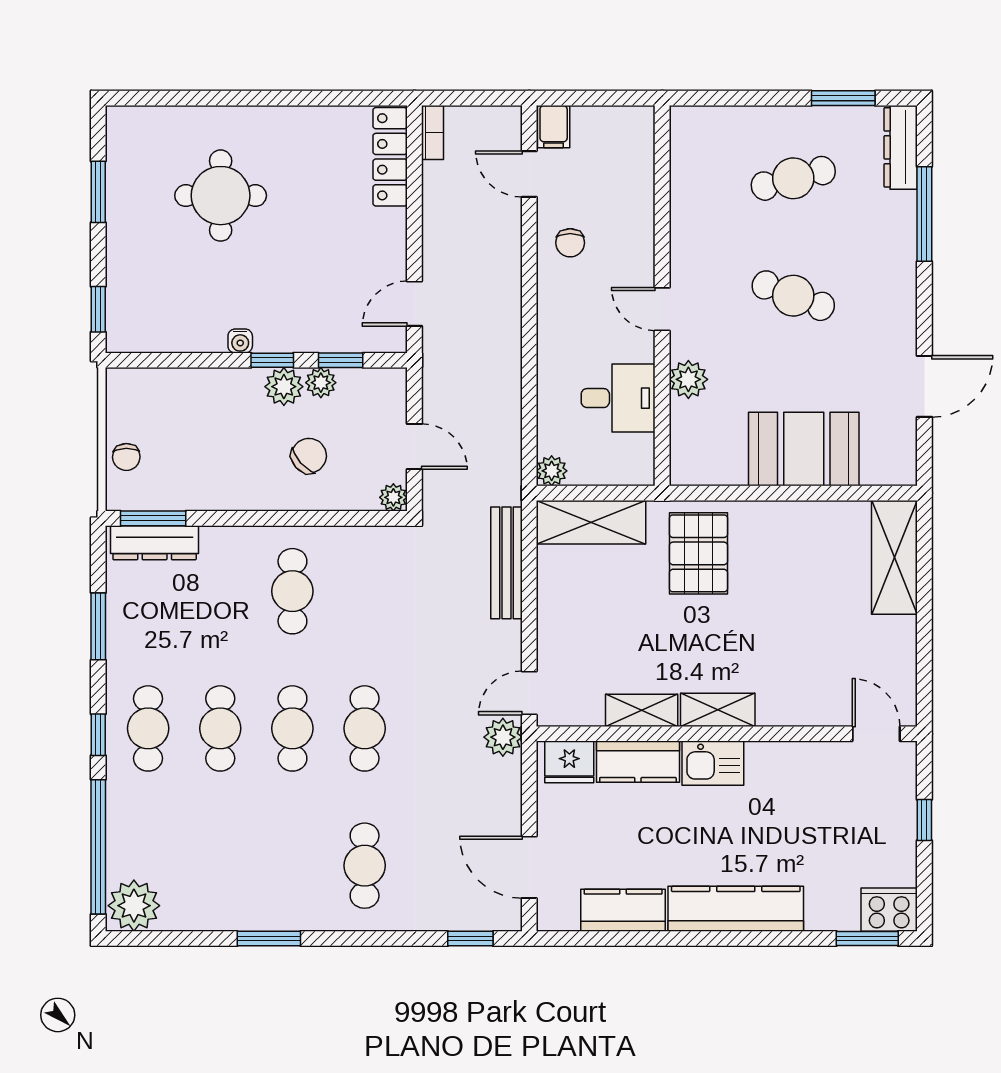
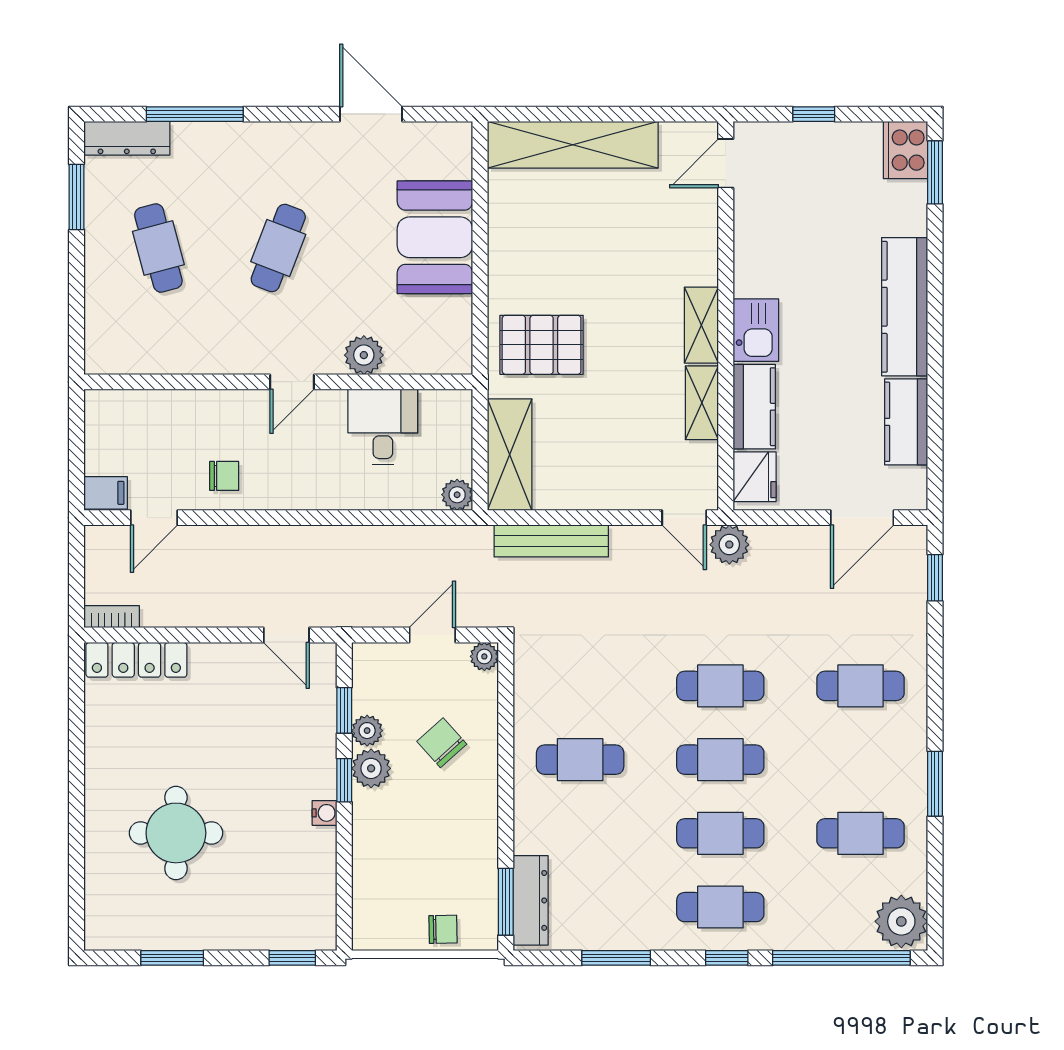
shelving: (894, 557) -> (573, 145), width x1.47
cafe table: (220, 866) -> (861, 833), added

